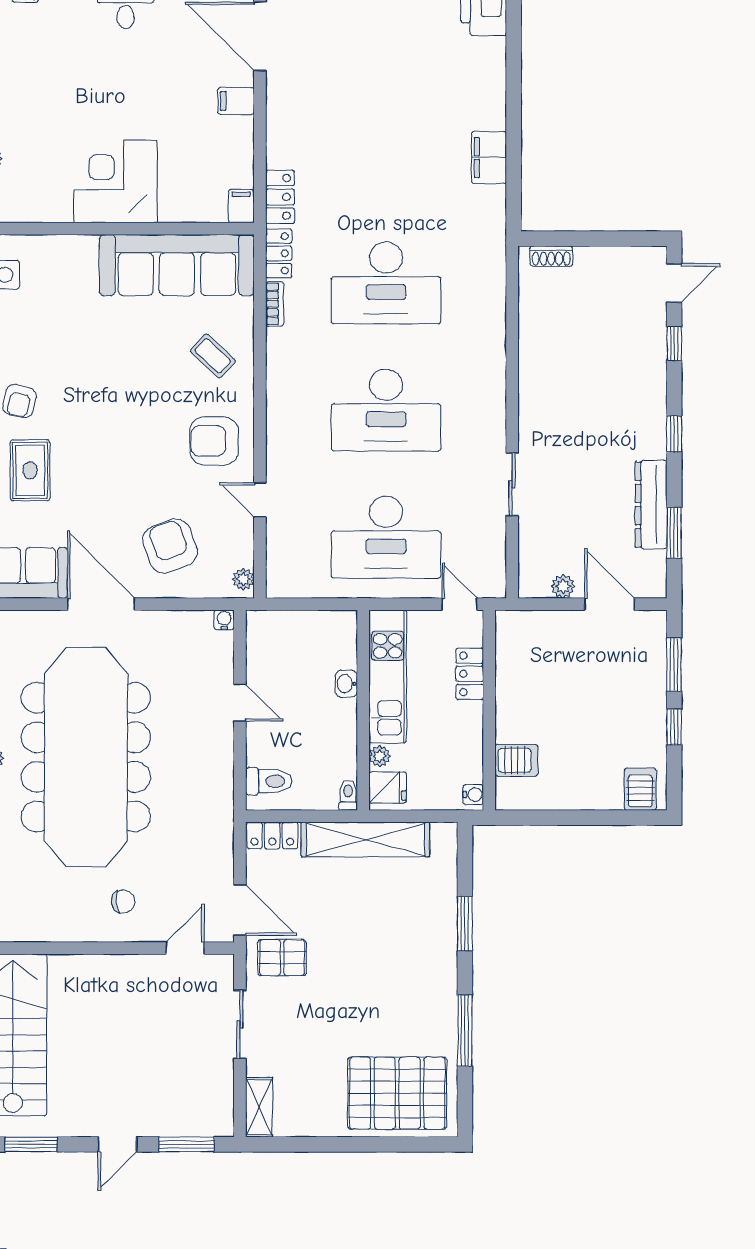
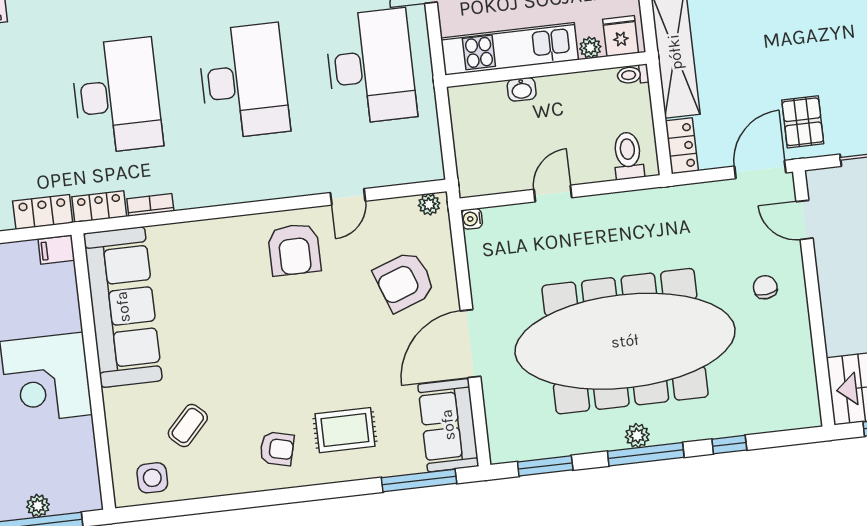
coffee table: (213, 356) -> (188, 425), moved

